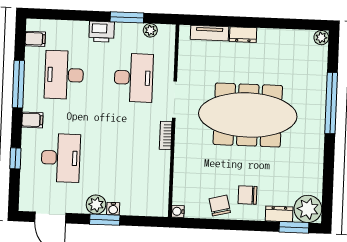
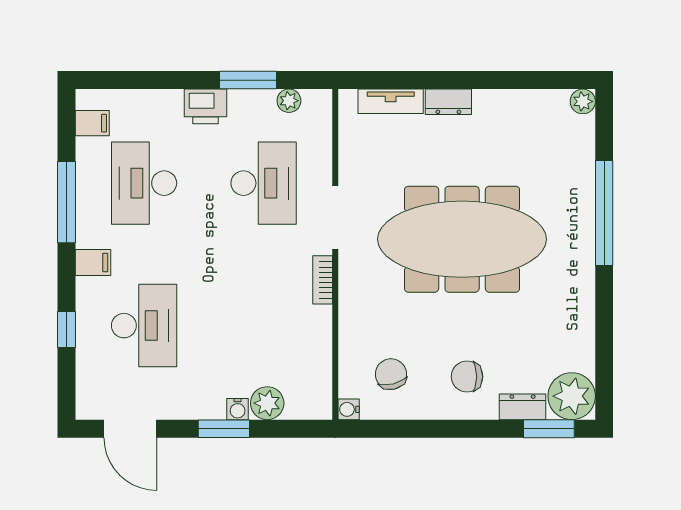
plant: (96, 205) -> (267, 403), moved
chair: (220, 206) -> (391, 374), moved

